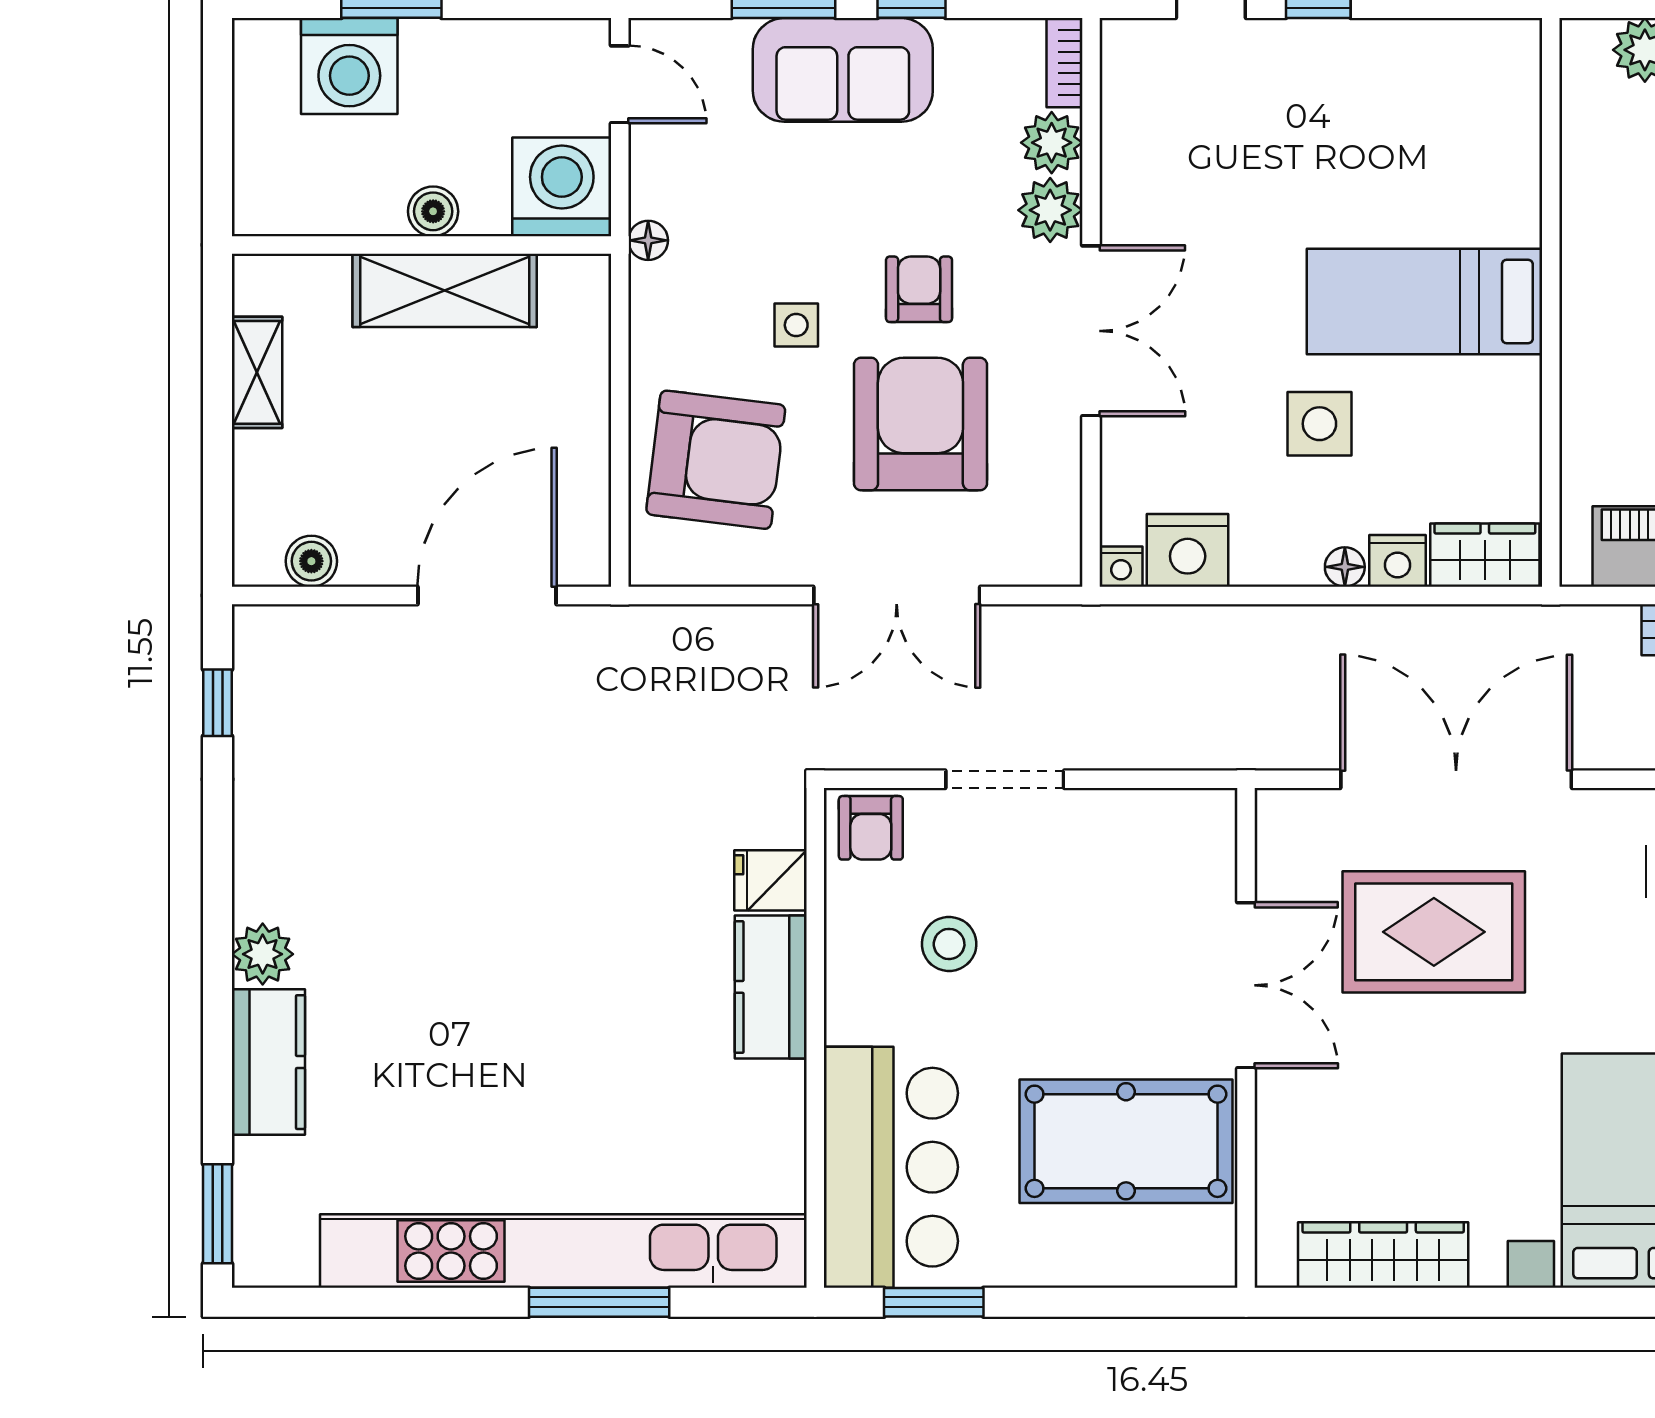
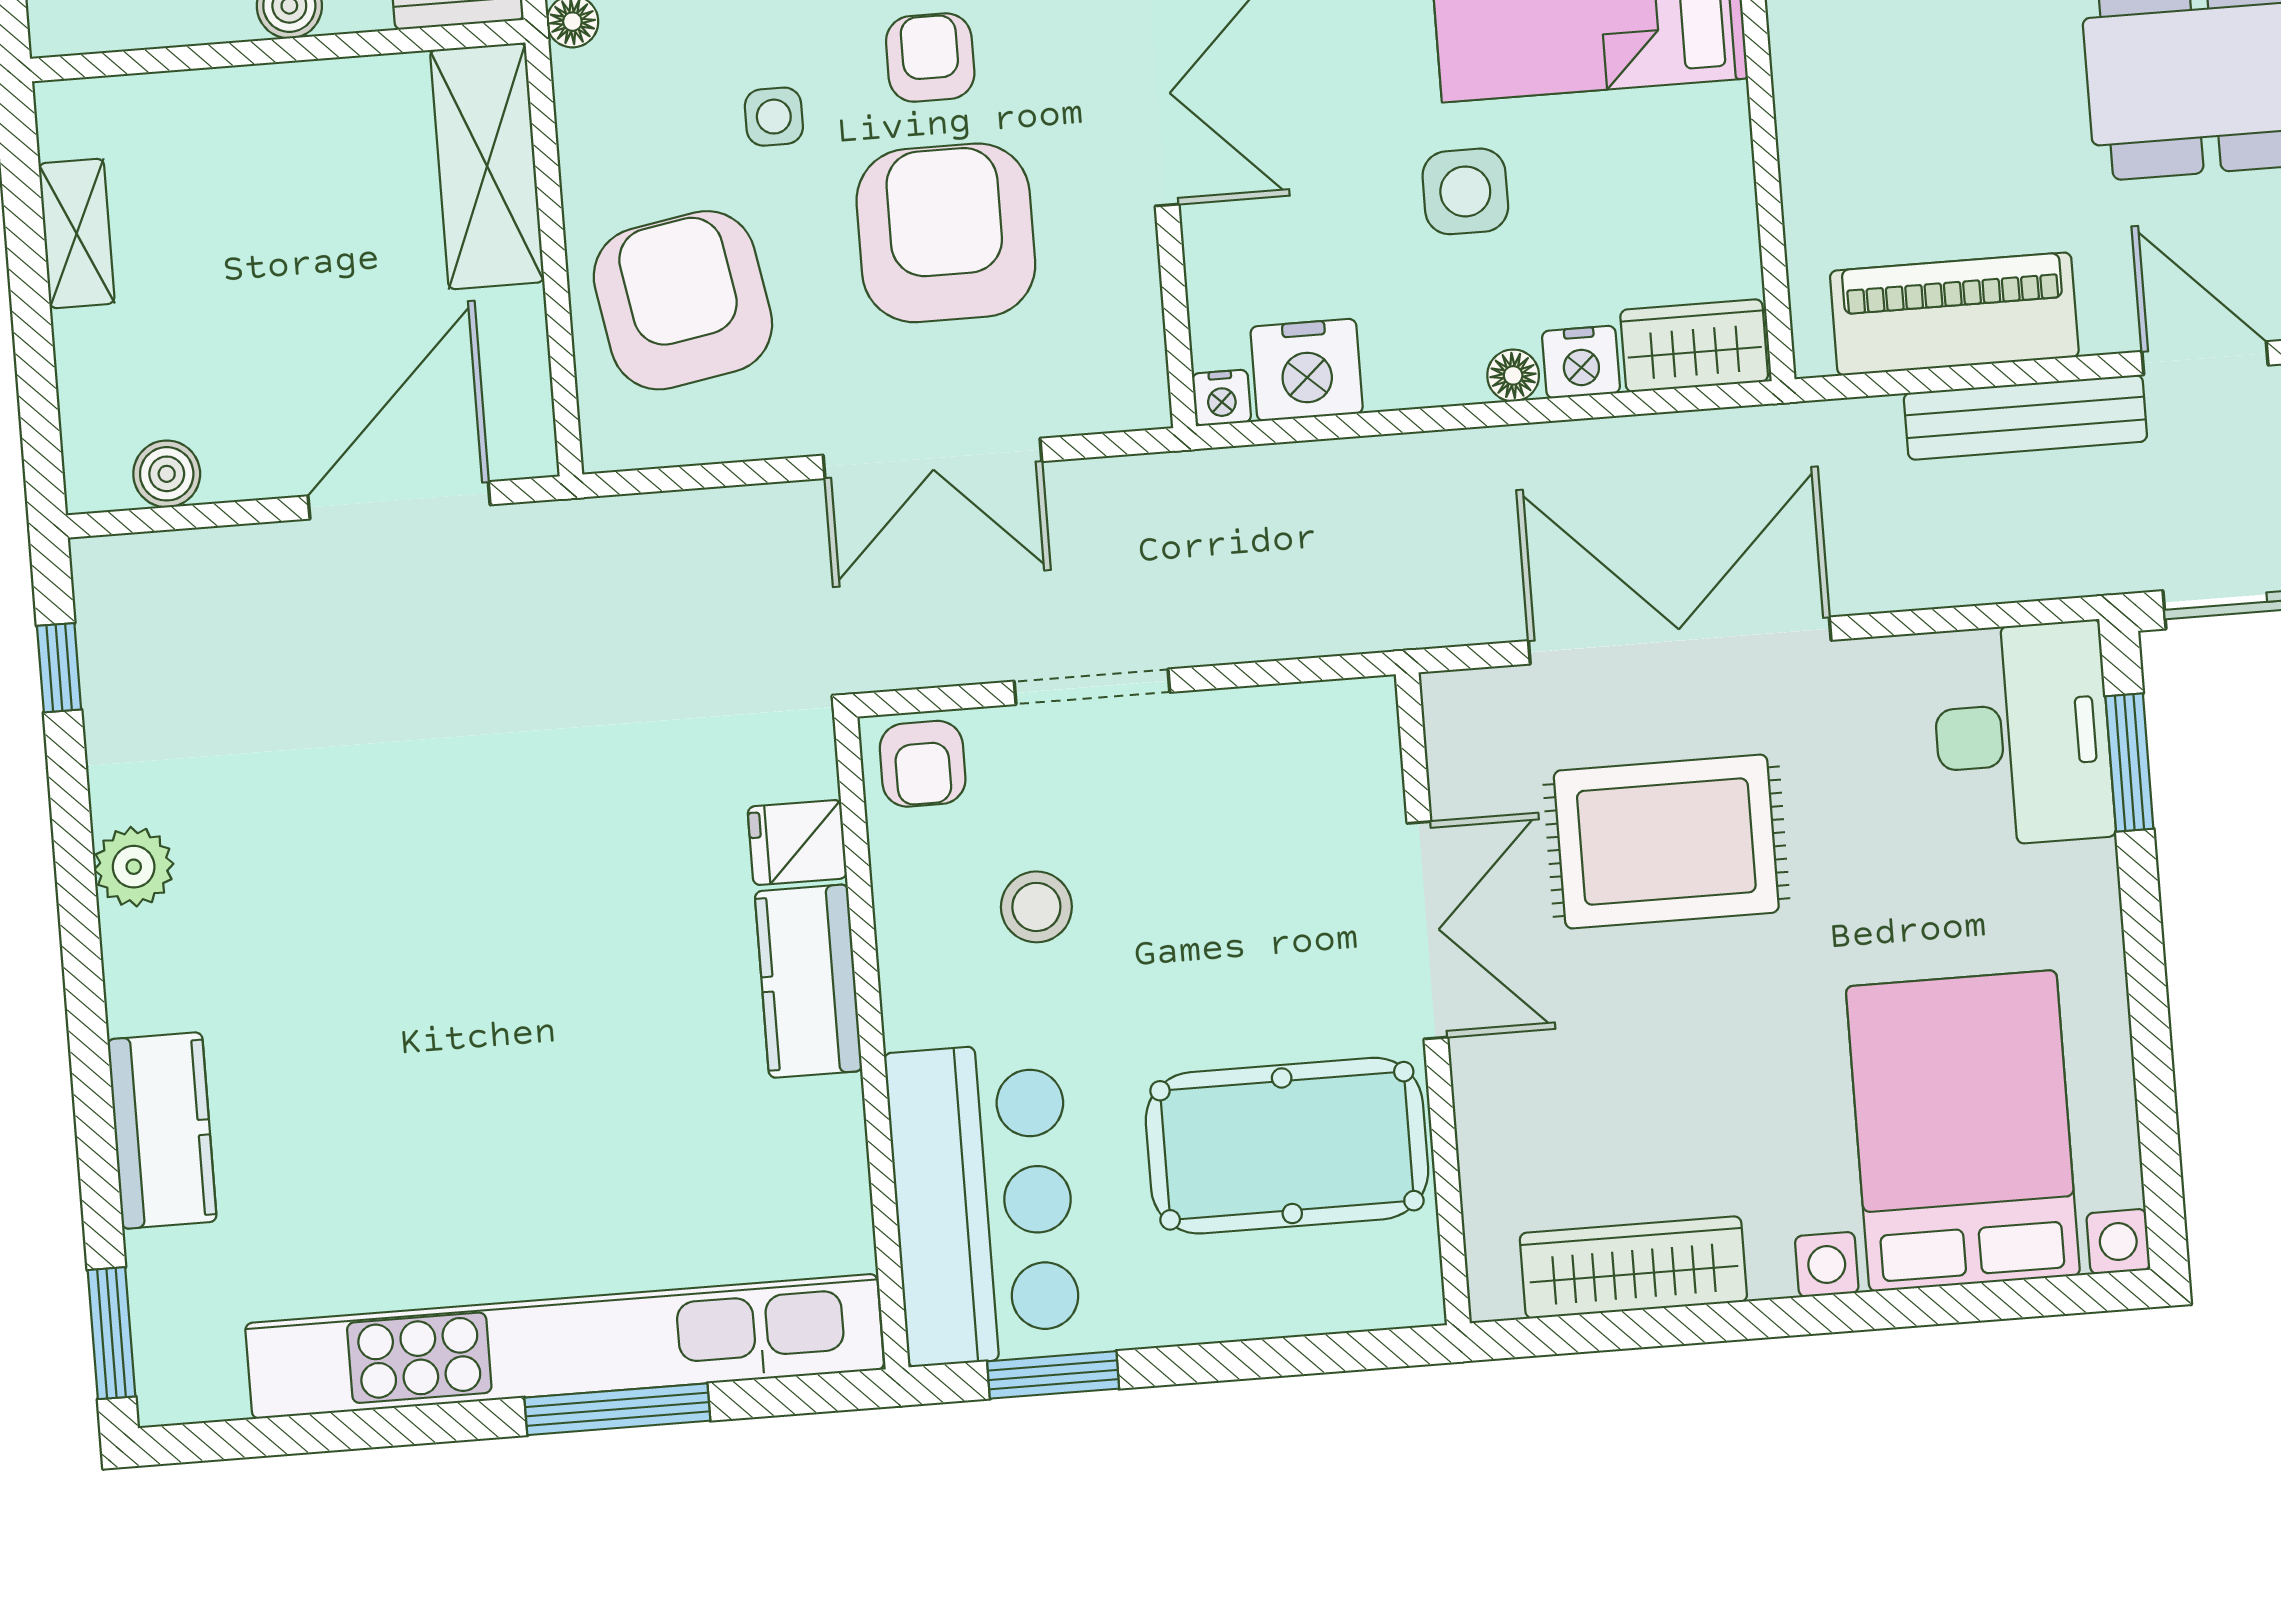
shelving: (445, 290) -> (487, 166), moved, turned 90
armchair: (716, 460) -> (683, 300), turned -107
plant: (263, 954) -> (134, 867), moved

